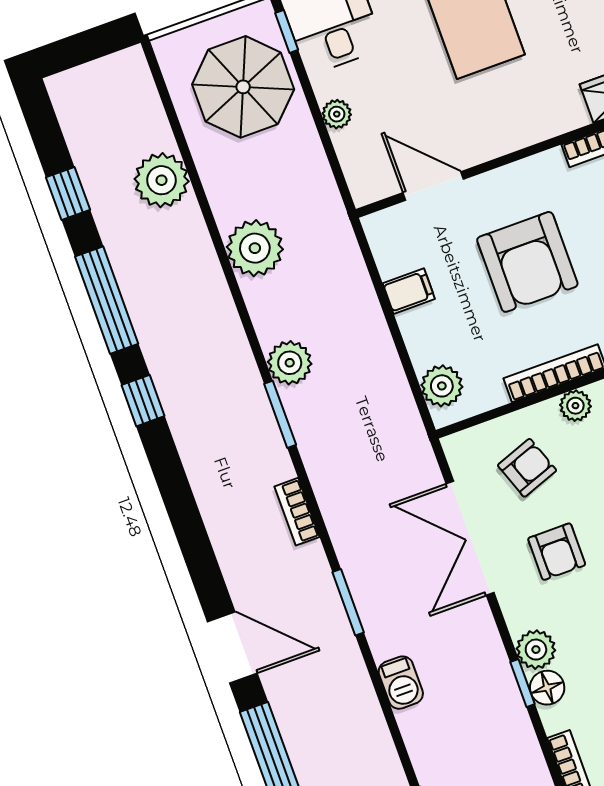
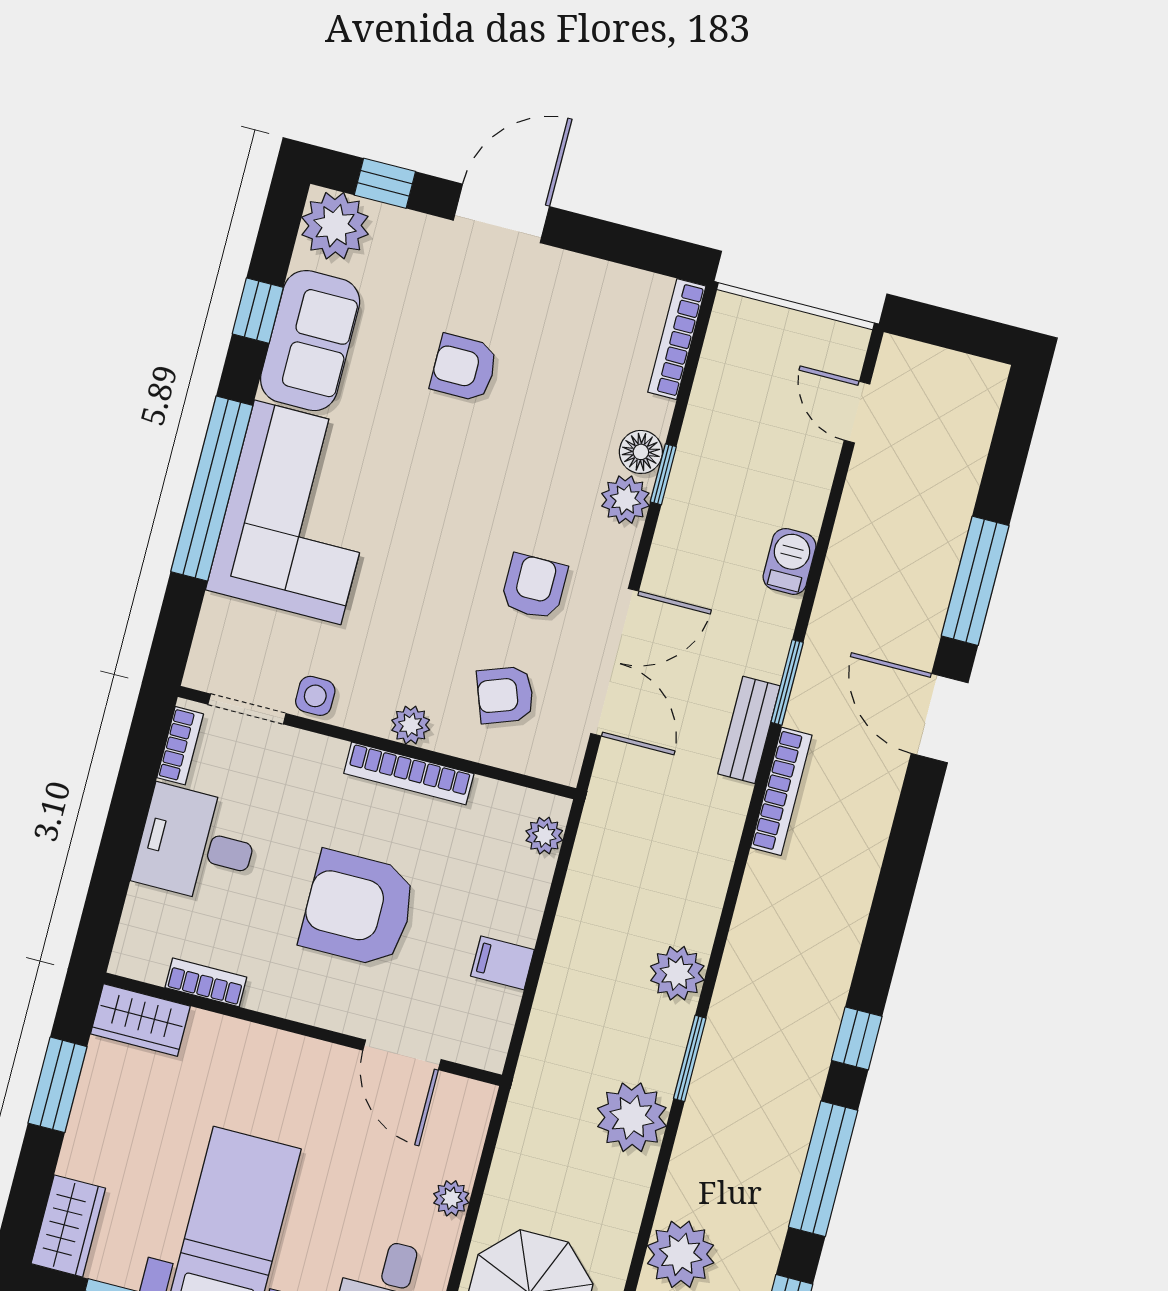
armchair: (527, 262) -> (358, 909), turned -90
plant: (442, 386) -> (544, 836), width x0.73, depth x0.73
window: (280, 414) -> (690, 1058), moved
bookcase: (297, 512) -> (781, 791), width x1.56
bench: (352, 554) -> (749, 730), added

